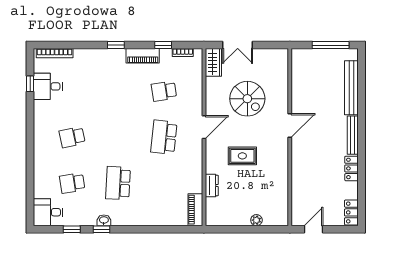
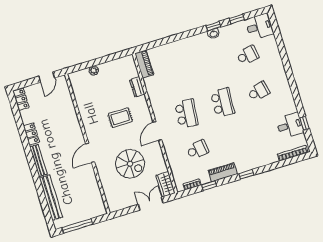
spiral stairs: (247, 99) -> (130, 164), turned 180
school desk: (118, 183) -> (222, 102), moved

